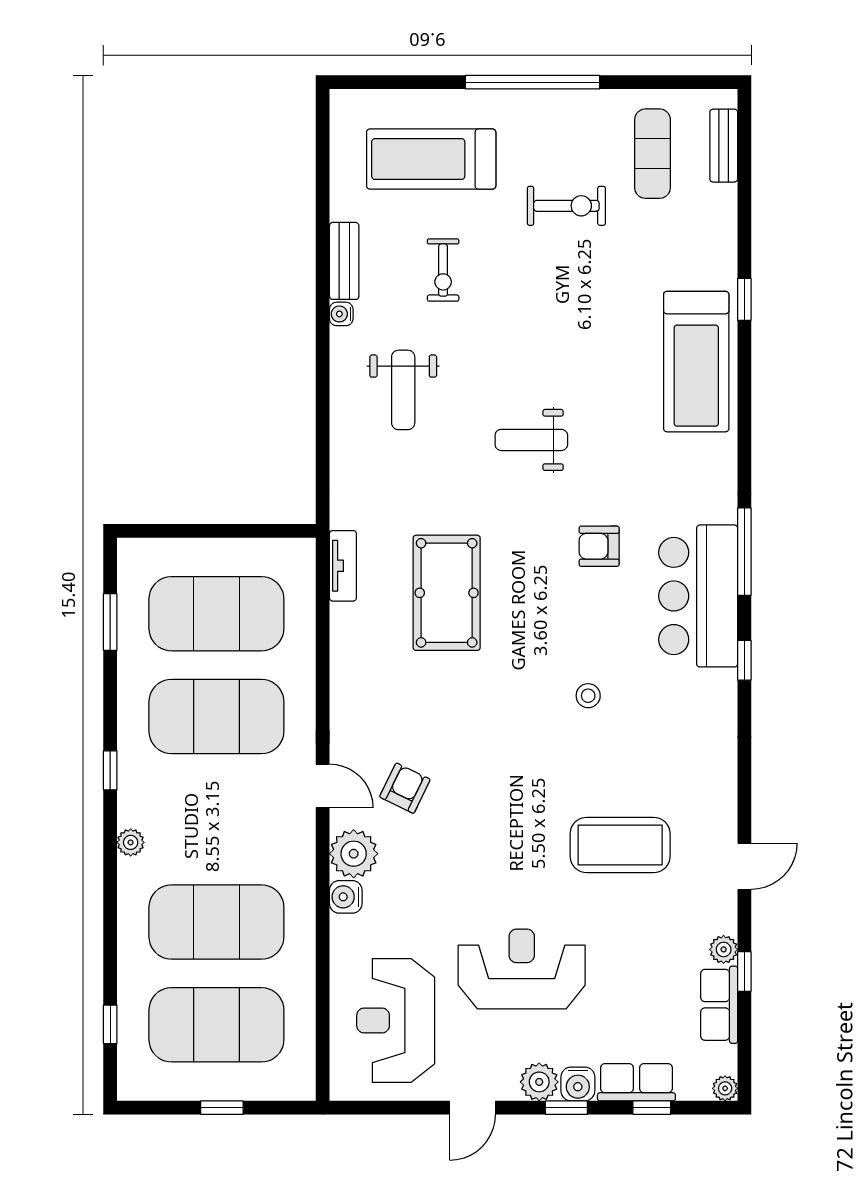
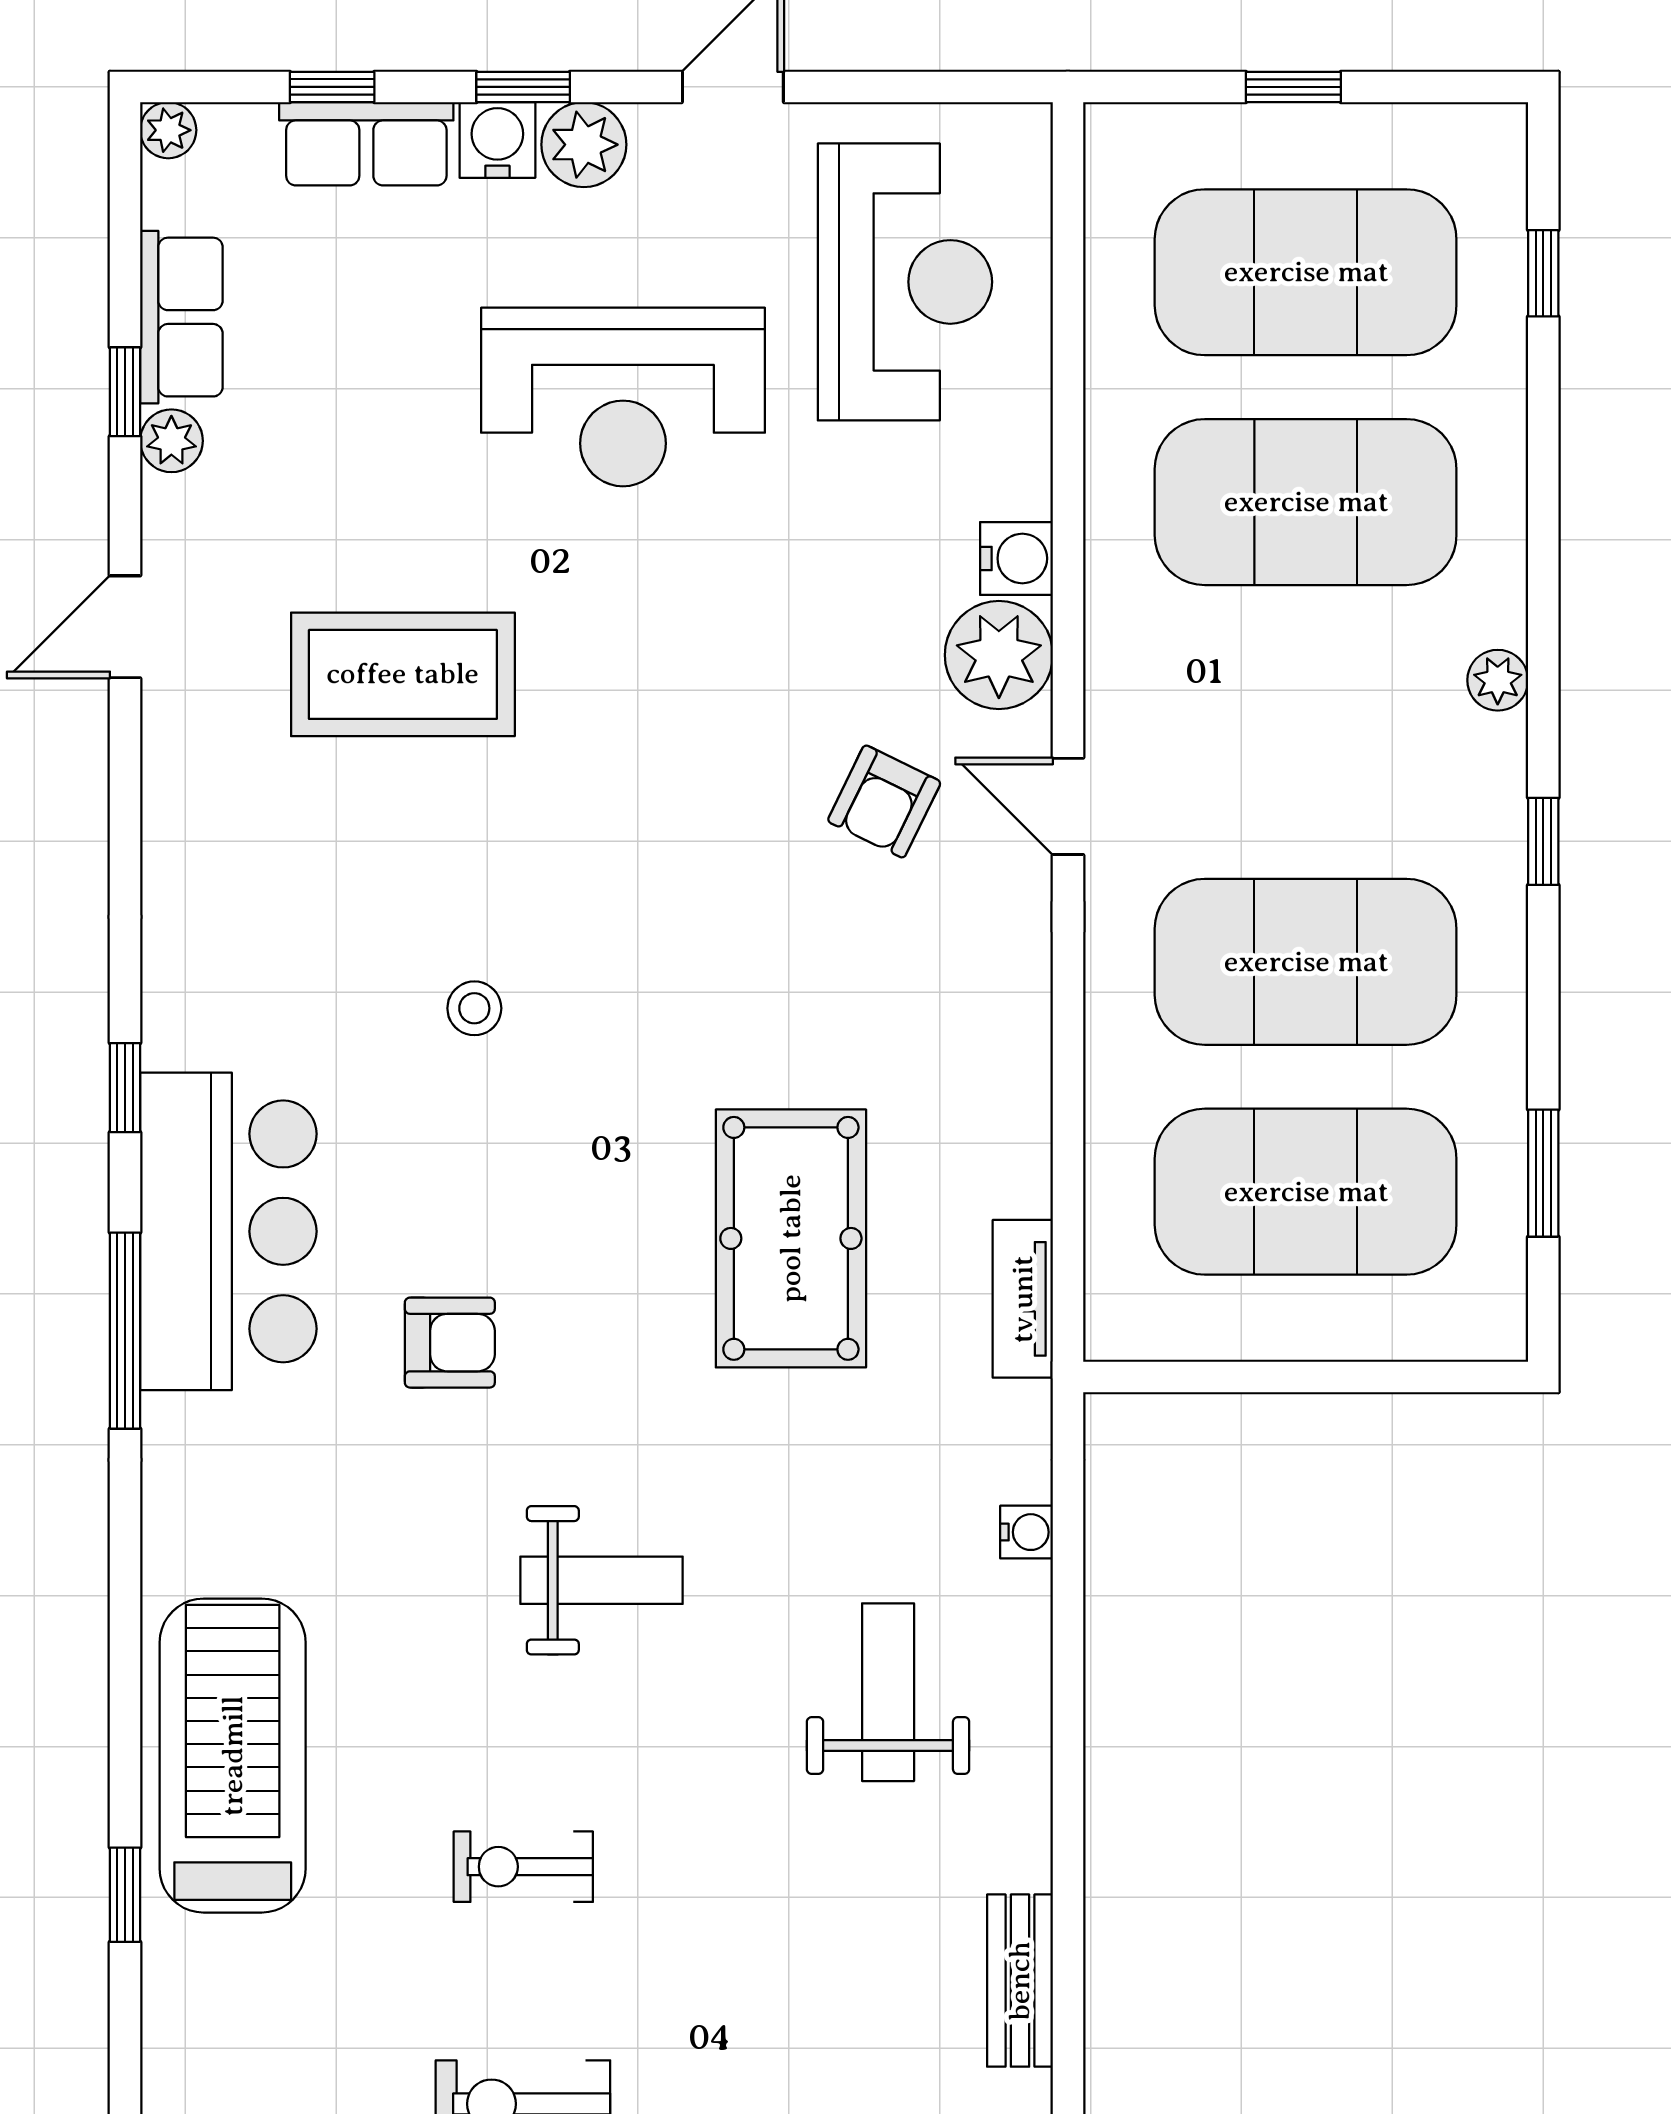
exercise bike: (443, 270) -> (523, 1867), moved, turned -90
water cooler: (341, 314) -> (1027, 1532), moved

